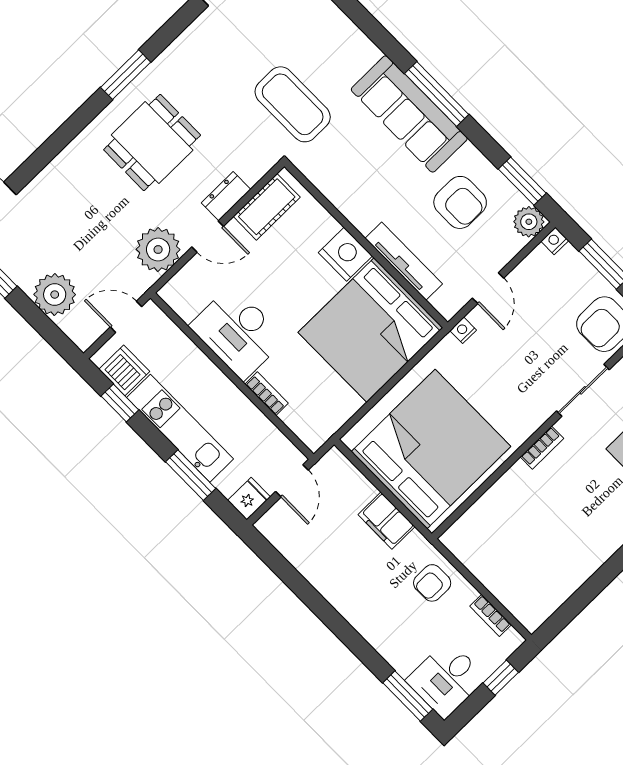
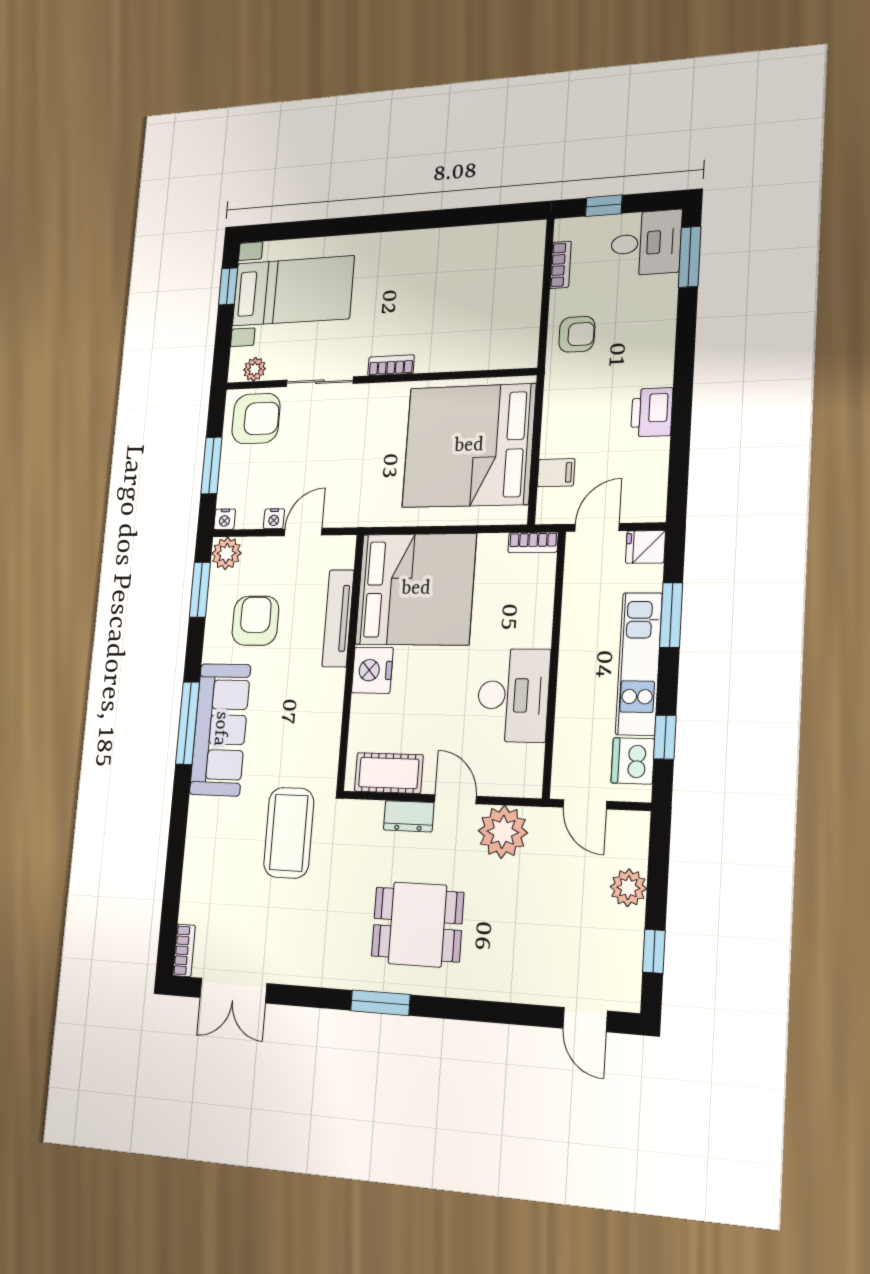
plant: (55, 295) -> (628, 888), width x0.73, depth x0.73
nightstand: (463, 330) -> (274, 519), moved
bookcase: (267, 394) -> (533, 542), moved, turned -90
filing cabinet: (386, 521) -> (556, 473), moved, width x0.50
printer: (331, 581) -> (652, 412), added

